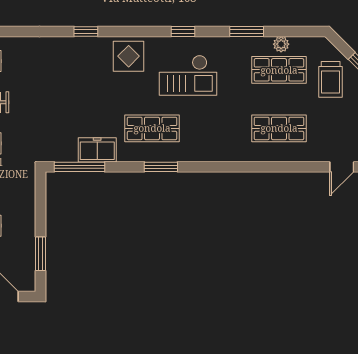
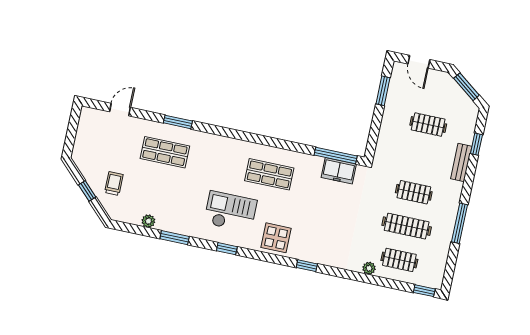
plant: (13, 44) -> (369, 268), added
shop shelf: (279, 70) -> (155, 200), removed
trolley: (331, 79) -> (114, 183), width x0.73, depth x0.72
freezer: (97, 150) -> (339, 171), moved
window: (161, 167) -> (178, 122), moved

